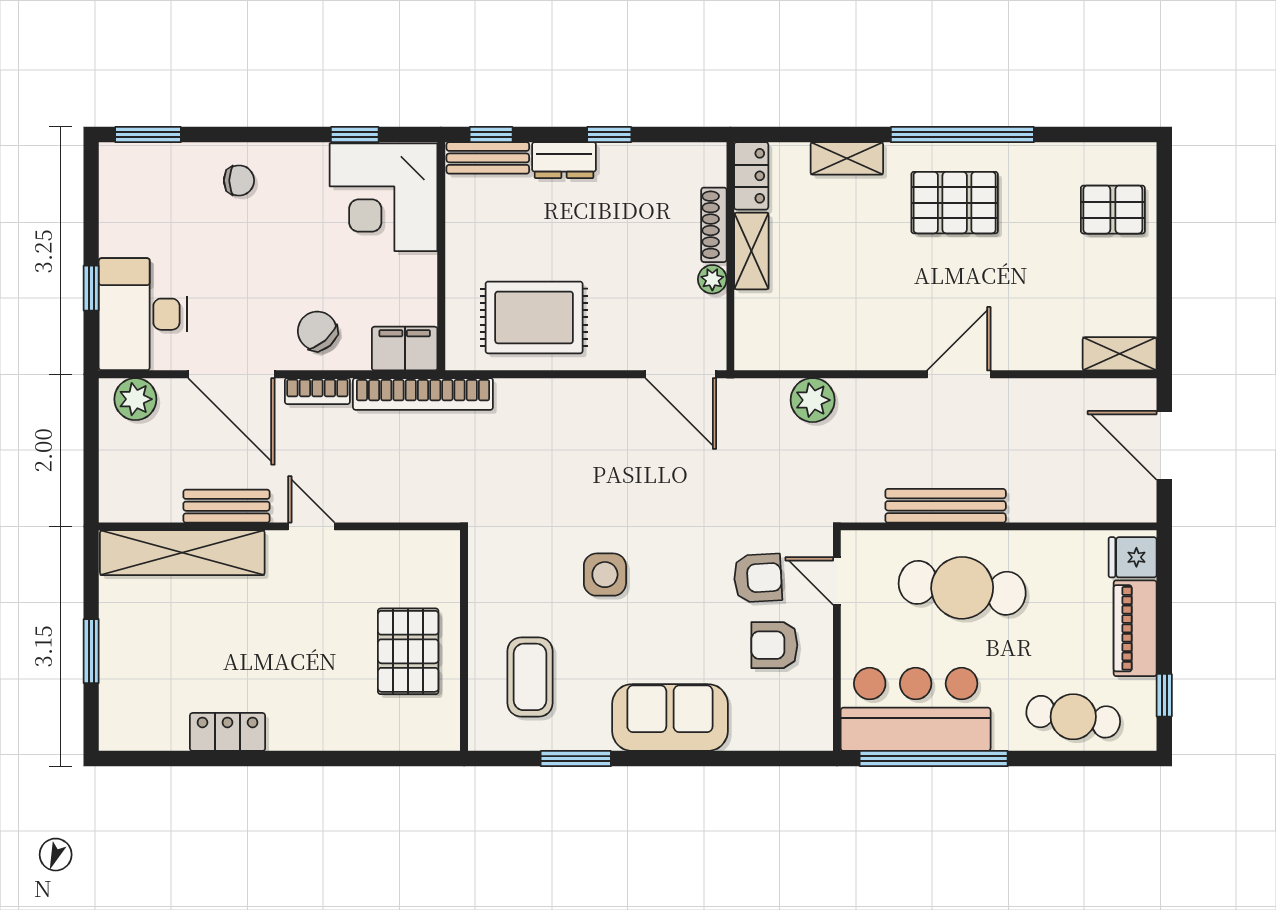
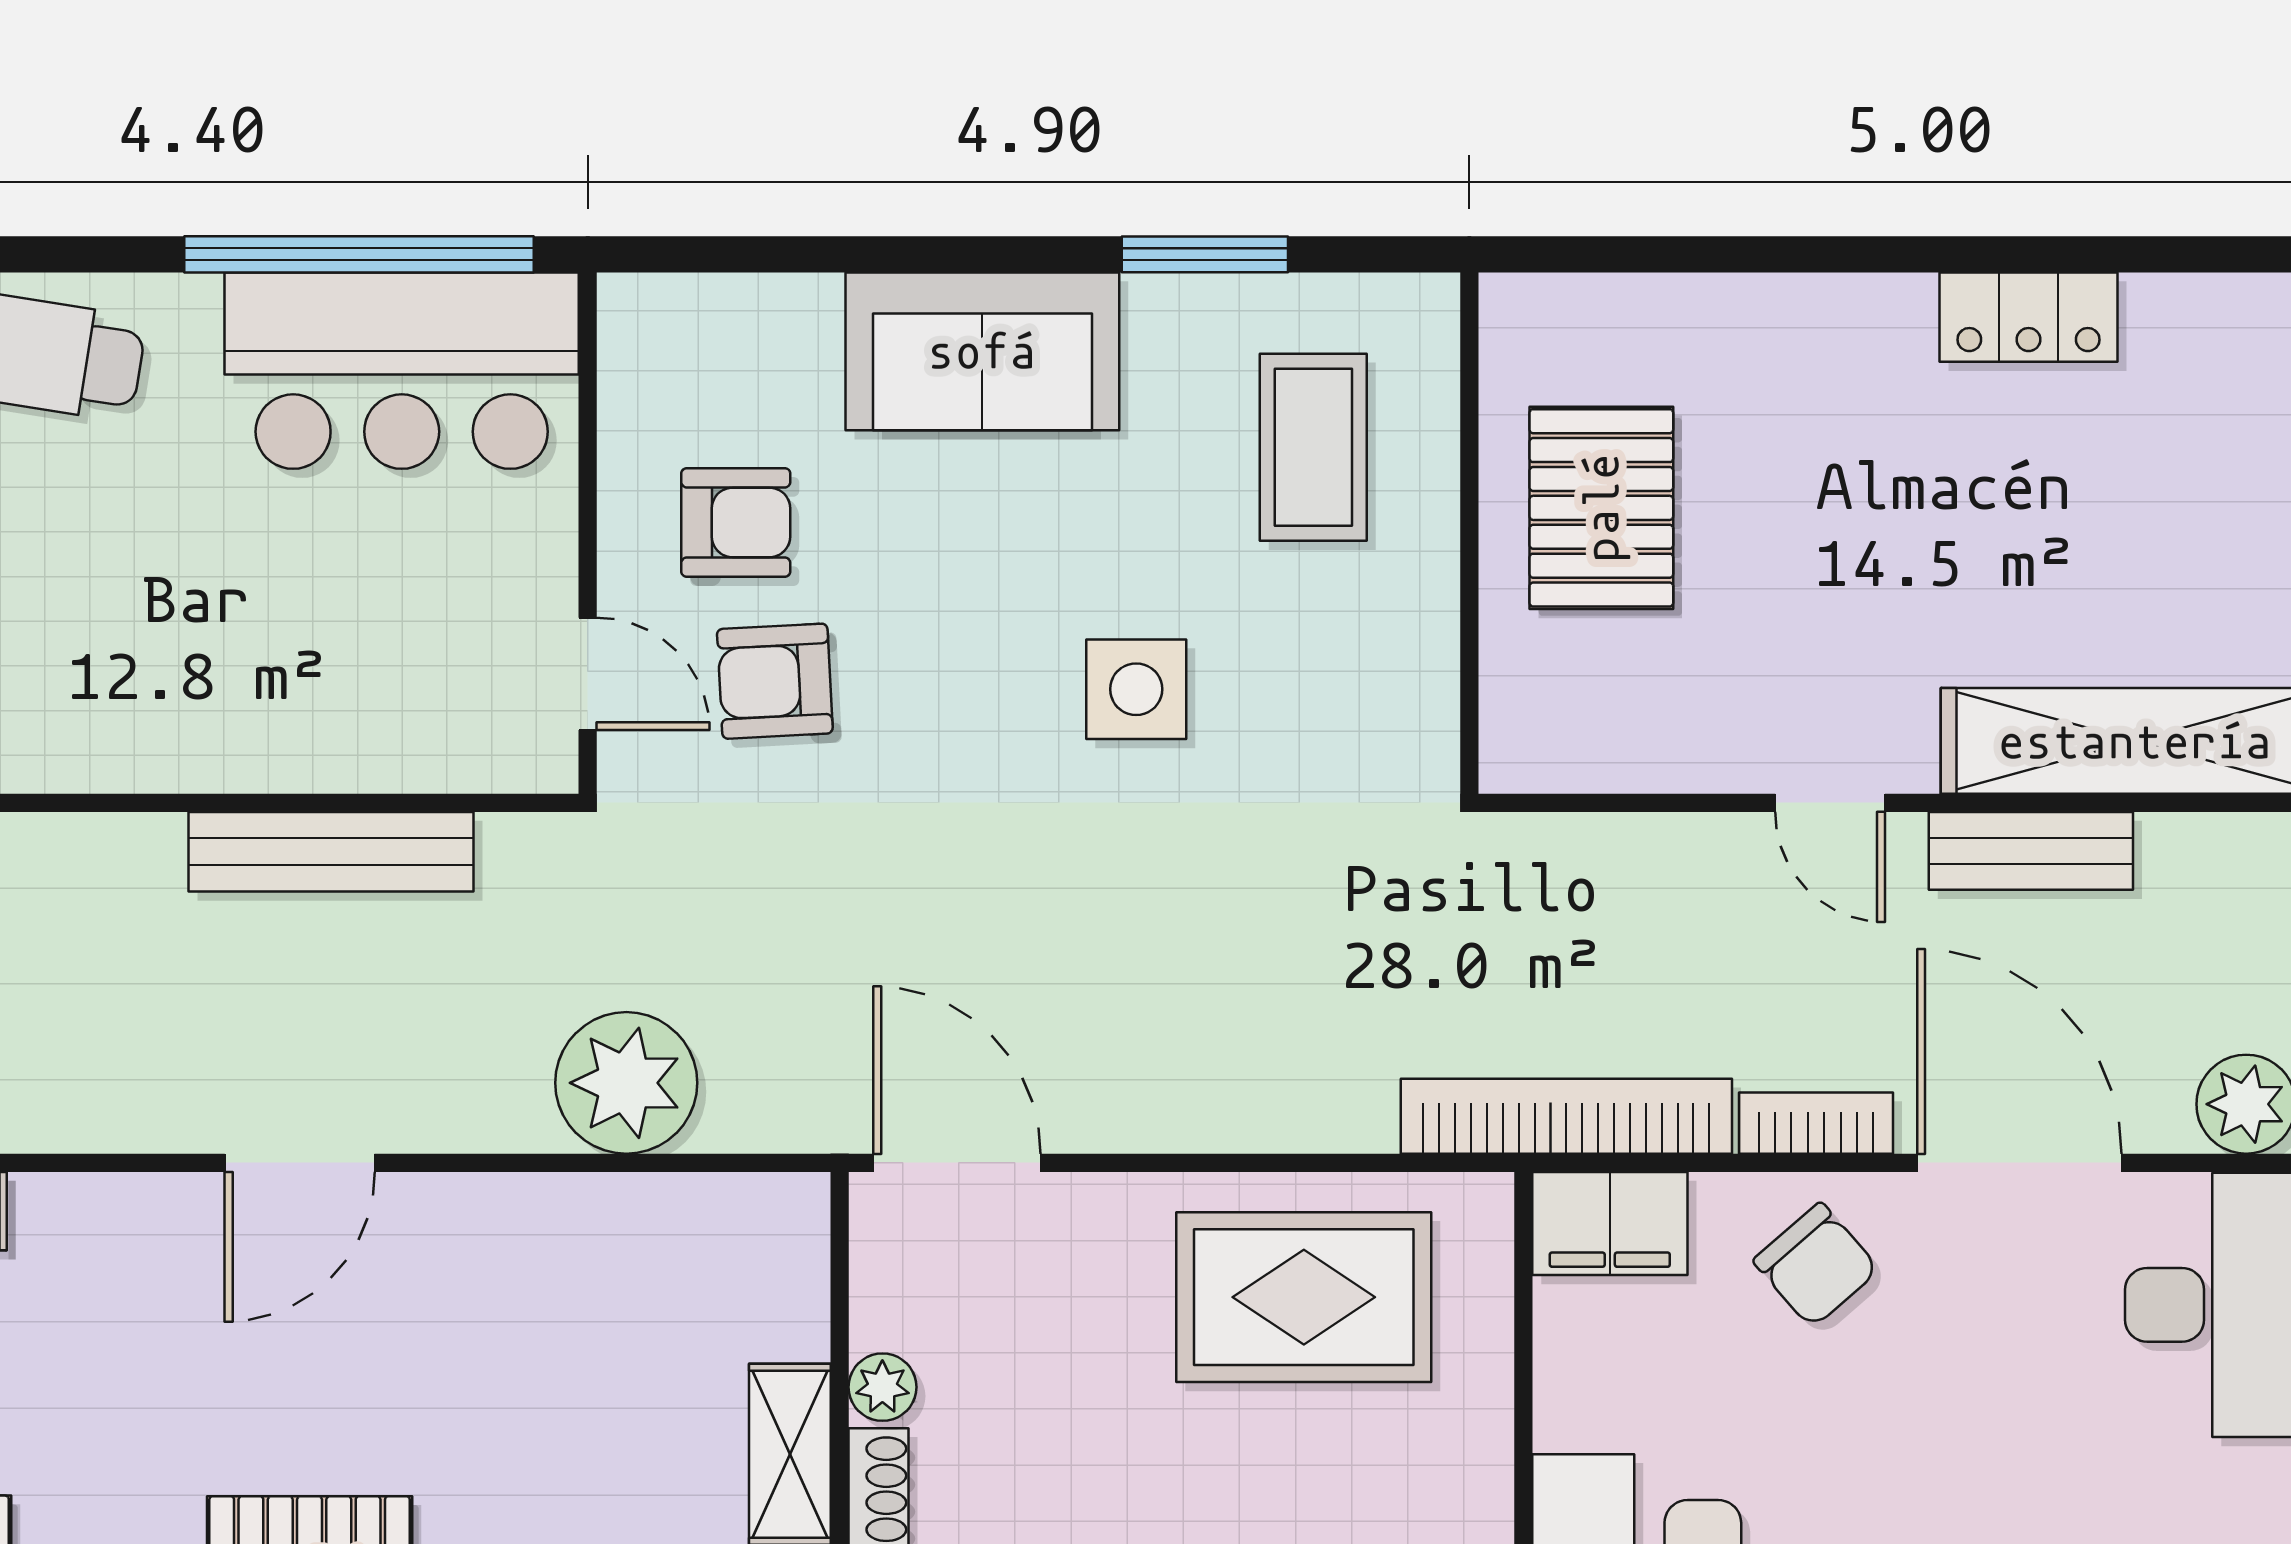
plant: (813, 400) -> (626, 1083), width x1.36, depth x1.36
cafe table: (962, 588) -> (292, 658), removed

